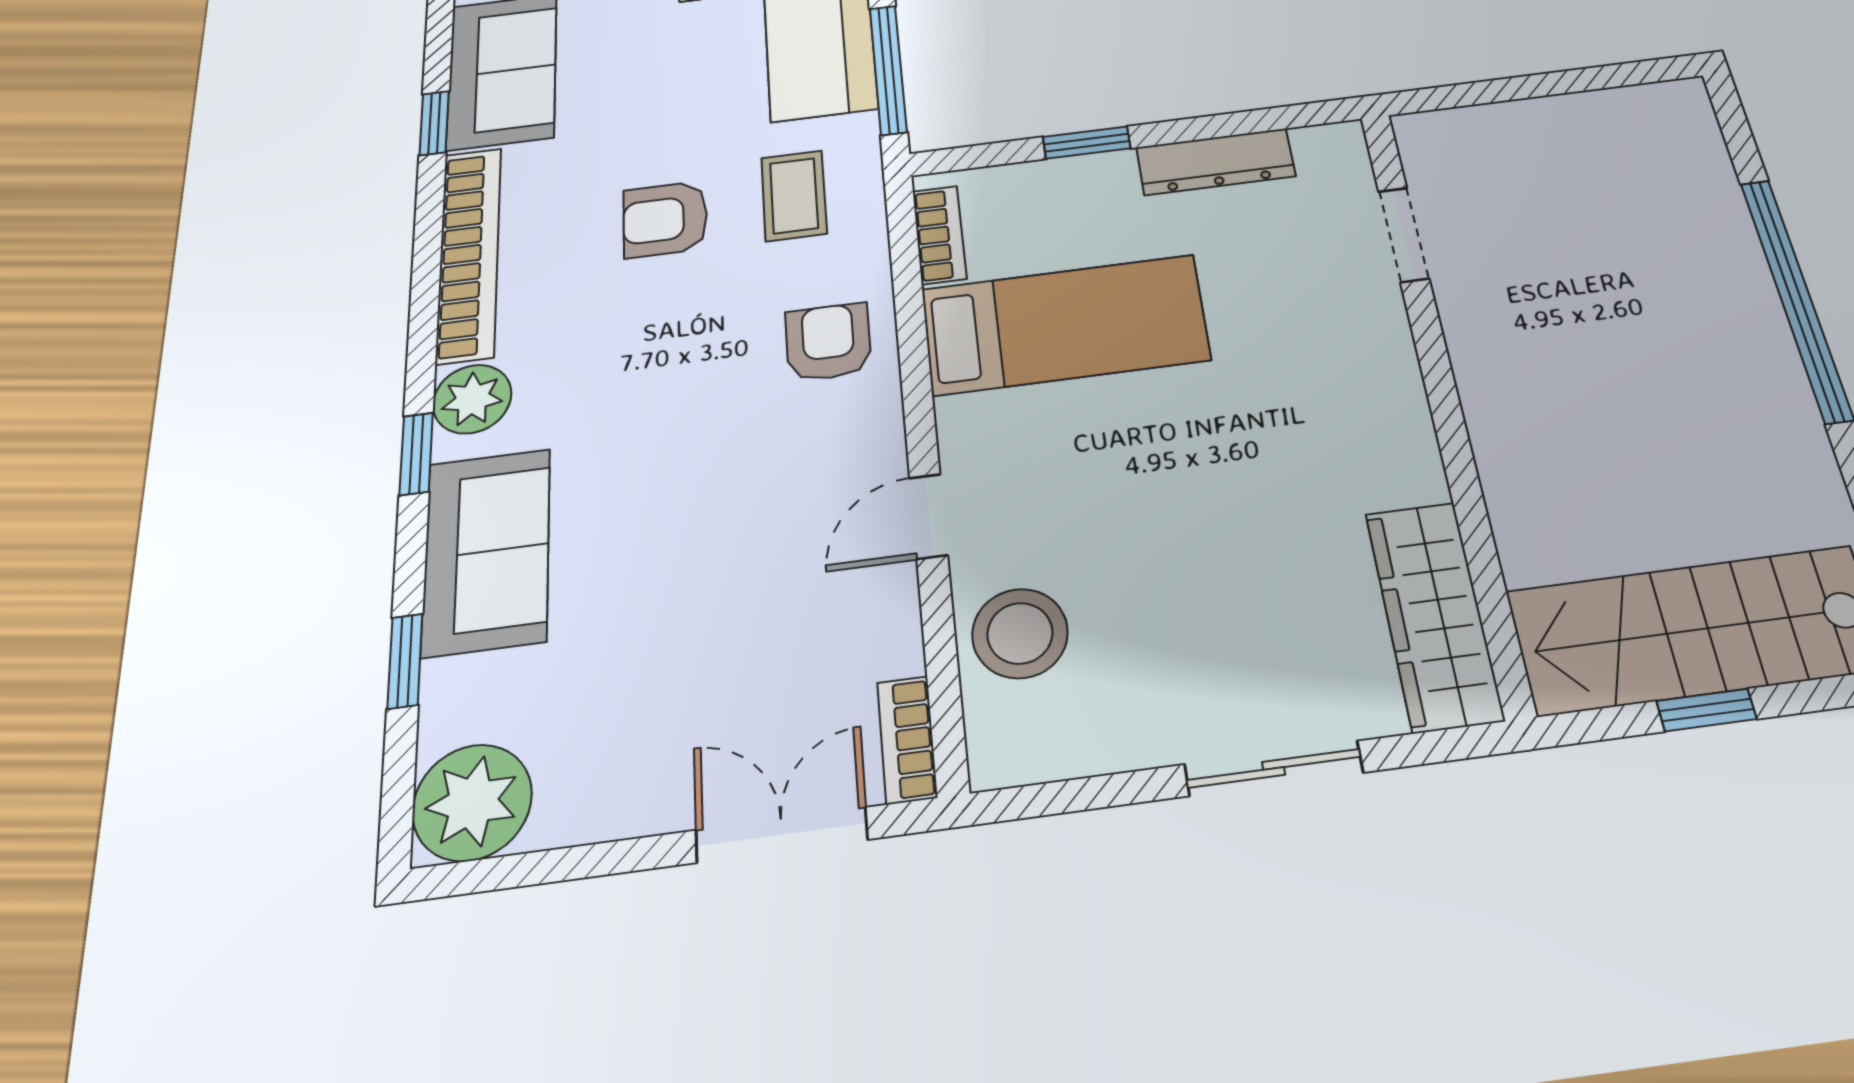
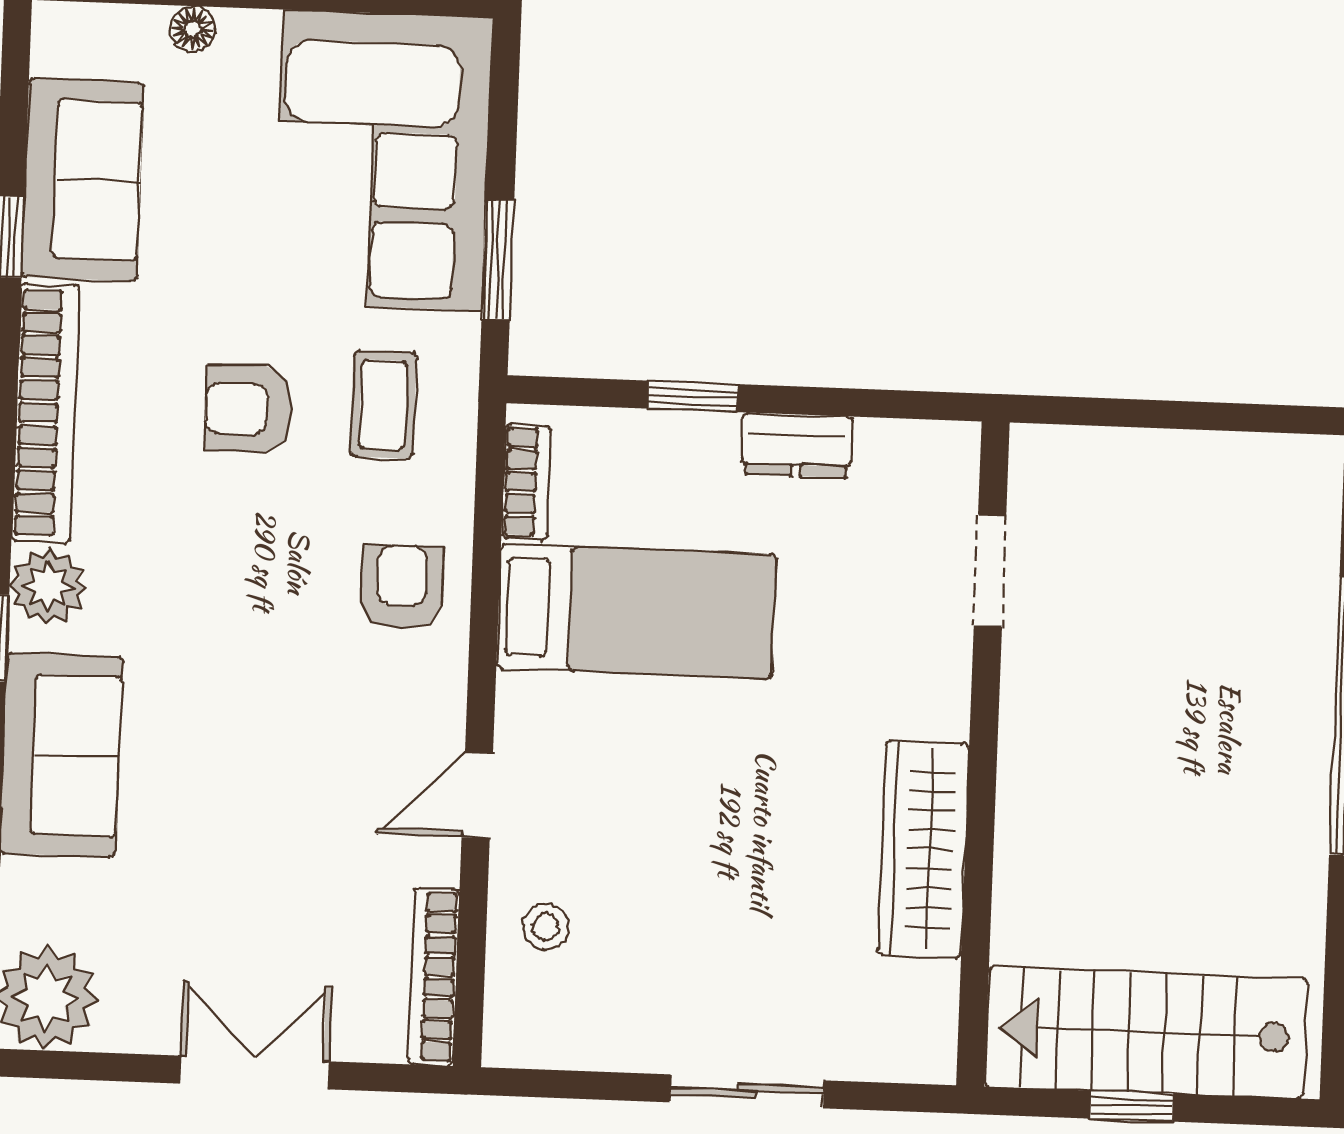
window: (888, 69) -> (498, 260), width x0.69
dresser: (1216, 162) -> (797, 445), width x0.70
wardrobe: (1434, 615) -> (924, 849), moved
stool: (1020, 633) -> (546, 927), width x0.53, depth x0.53
bookcase: (907, 740) -> (434, 977), width x1.56
double door: (782, 835) -> (255, 1072), moved

